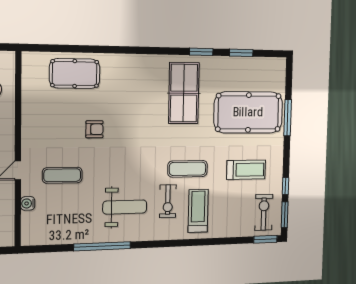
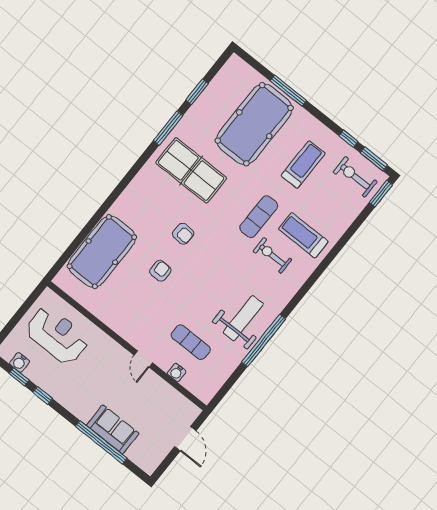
window: (201, 52) -> (168, 128), width x1.44
pool table: (75, 74) -> (102, 252), width x1.36, depth x1.32
armchair: (134, 124) -> (183, 234), added
exercise mat: (62, 175) -> (191, 342), moved, turned 90
exercise bike: (168, 201) -> (272, 255), turned 180
weight bench: (125, 207) -> (243, 318), moved

